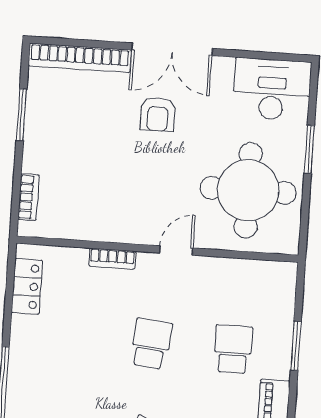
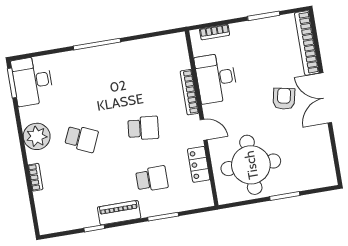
desk: (272, 89) -> (216, 78), moved, turned 180
armchair: (158, 114) -> (284, 99), turned 102
bookcase: (112, 259) -> (189, 92), width x1.56
locker: (27, 286) -> (199, 164), moved, turned 90

